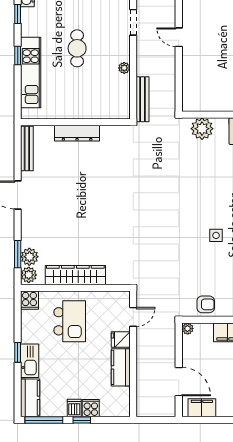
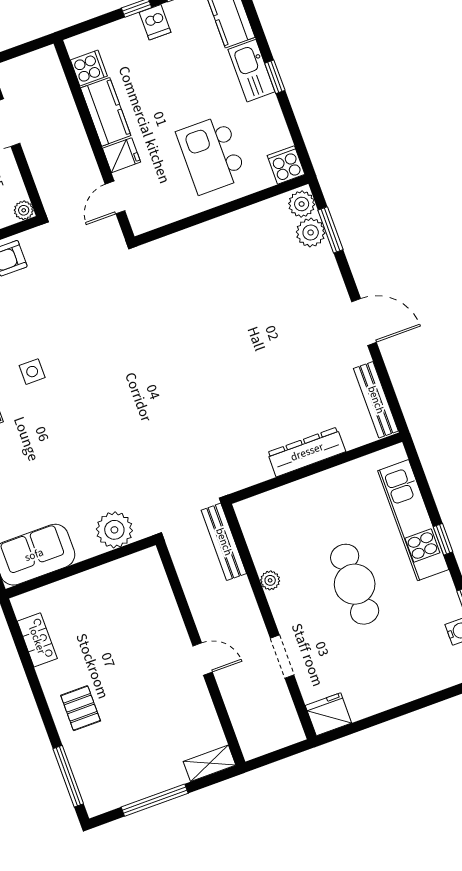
cafe table: (77, 48) -> (355, 584), width x1.37, depth x1.35
wardrobe: (75, 275) -> (229, 230), removed
cooker: (91, 408) -> (89, 68), moved, turned -90

